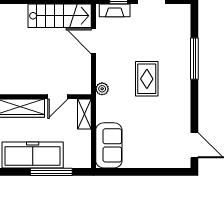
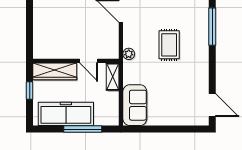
door: (58, 97) -> (89, 61), hinge flipped

